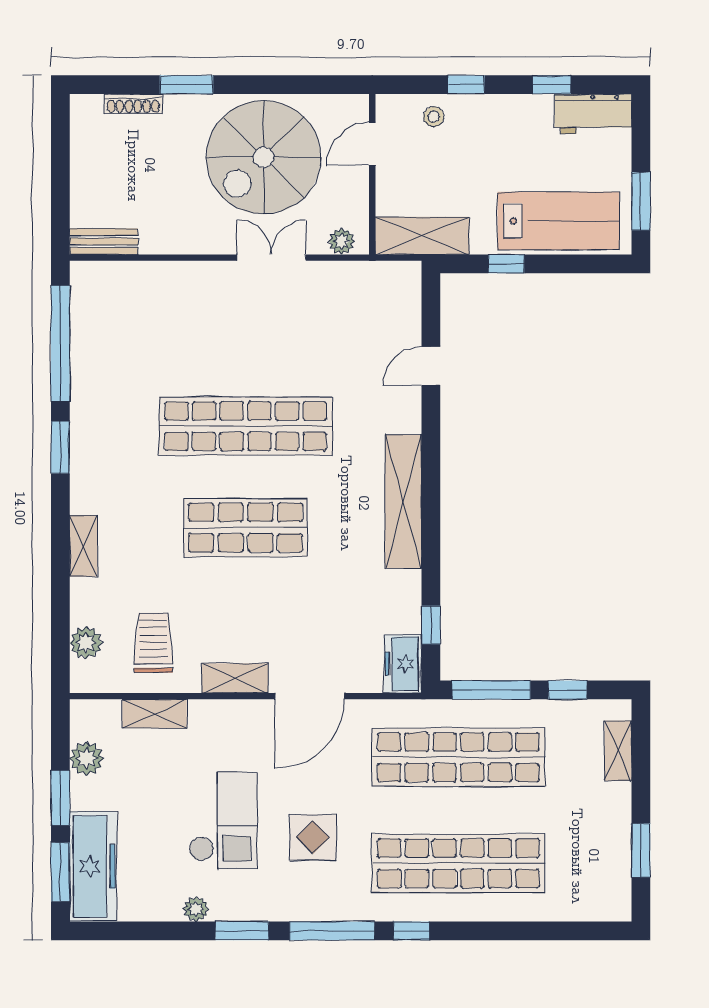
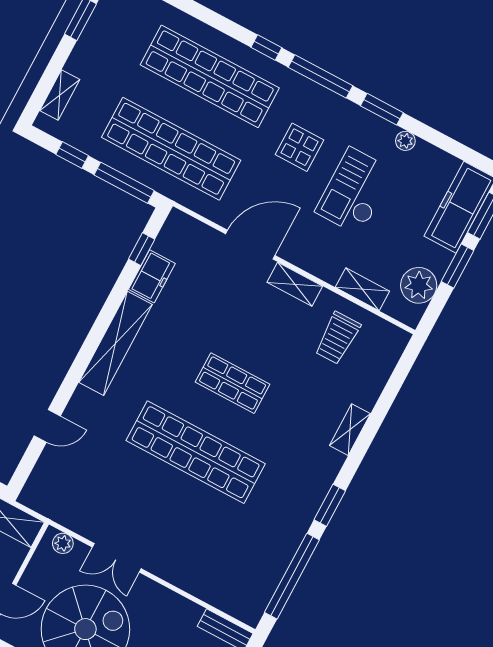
shop shelf: (246, 528) -> (233, 383), width x0.70, depth x0.74
plant: (86, 643) -> (383, 363), removed
freezer: (403, 664) -> (152, 276), moved
plant: (87, 759) -> (419, 285), width x1.36, depth x1.36

